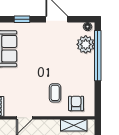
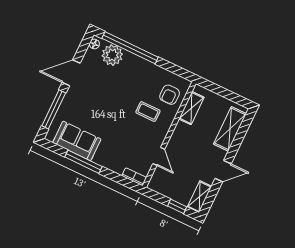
window: (22, 19) -> (54, 109), width x2.17
armchair: (76, 103) -> (170, 95), turned -90

